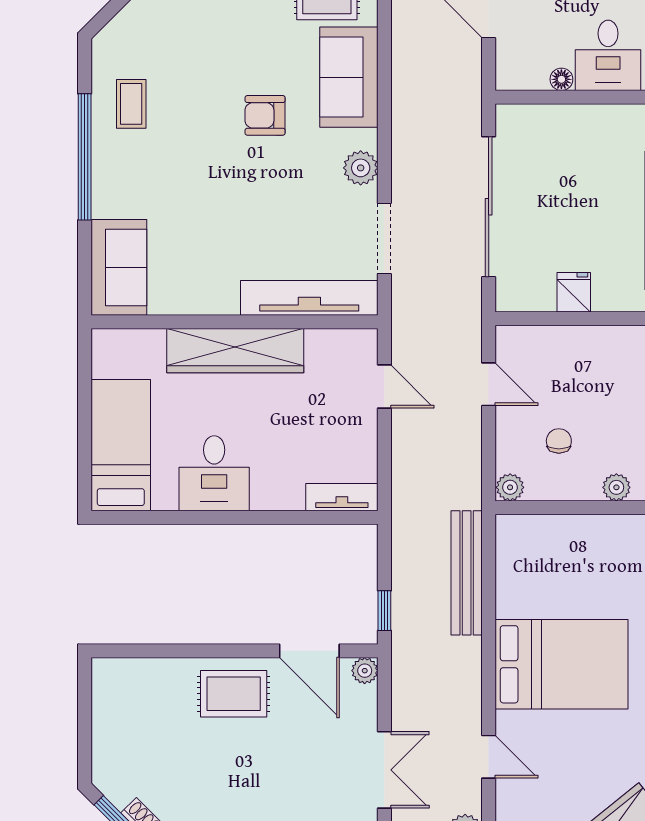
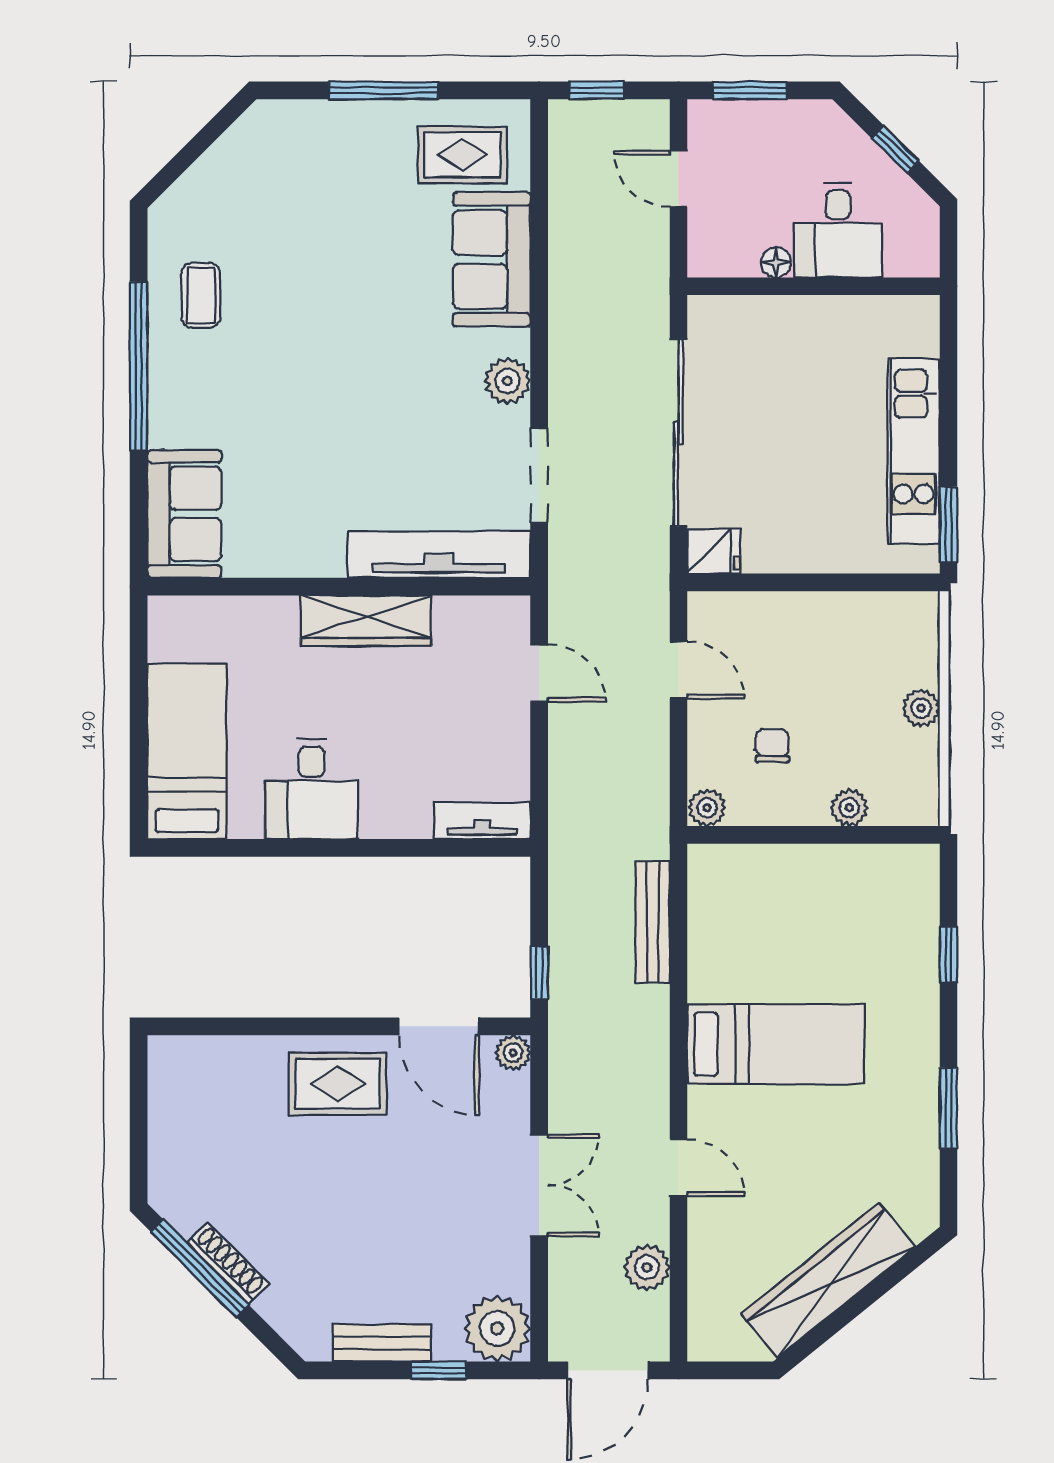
armchair: (265, 115) -> (380, 311), removed
fridge: (574, 292) -> (714, 551), moved, turned 90
wardrobe: (235, 351) -> (366, 621), width x0.71, depth x0.85
bench: (467, 573) -> (653, 922), width x0.73, depth x0.82
bed: (562, 664) -> (776, 1044), width x0.67

